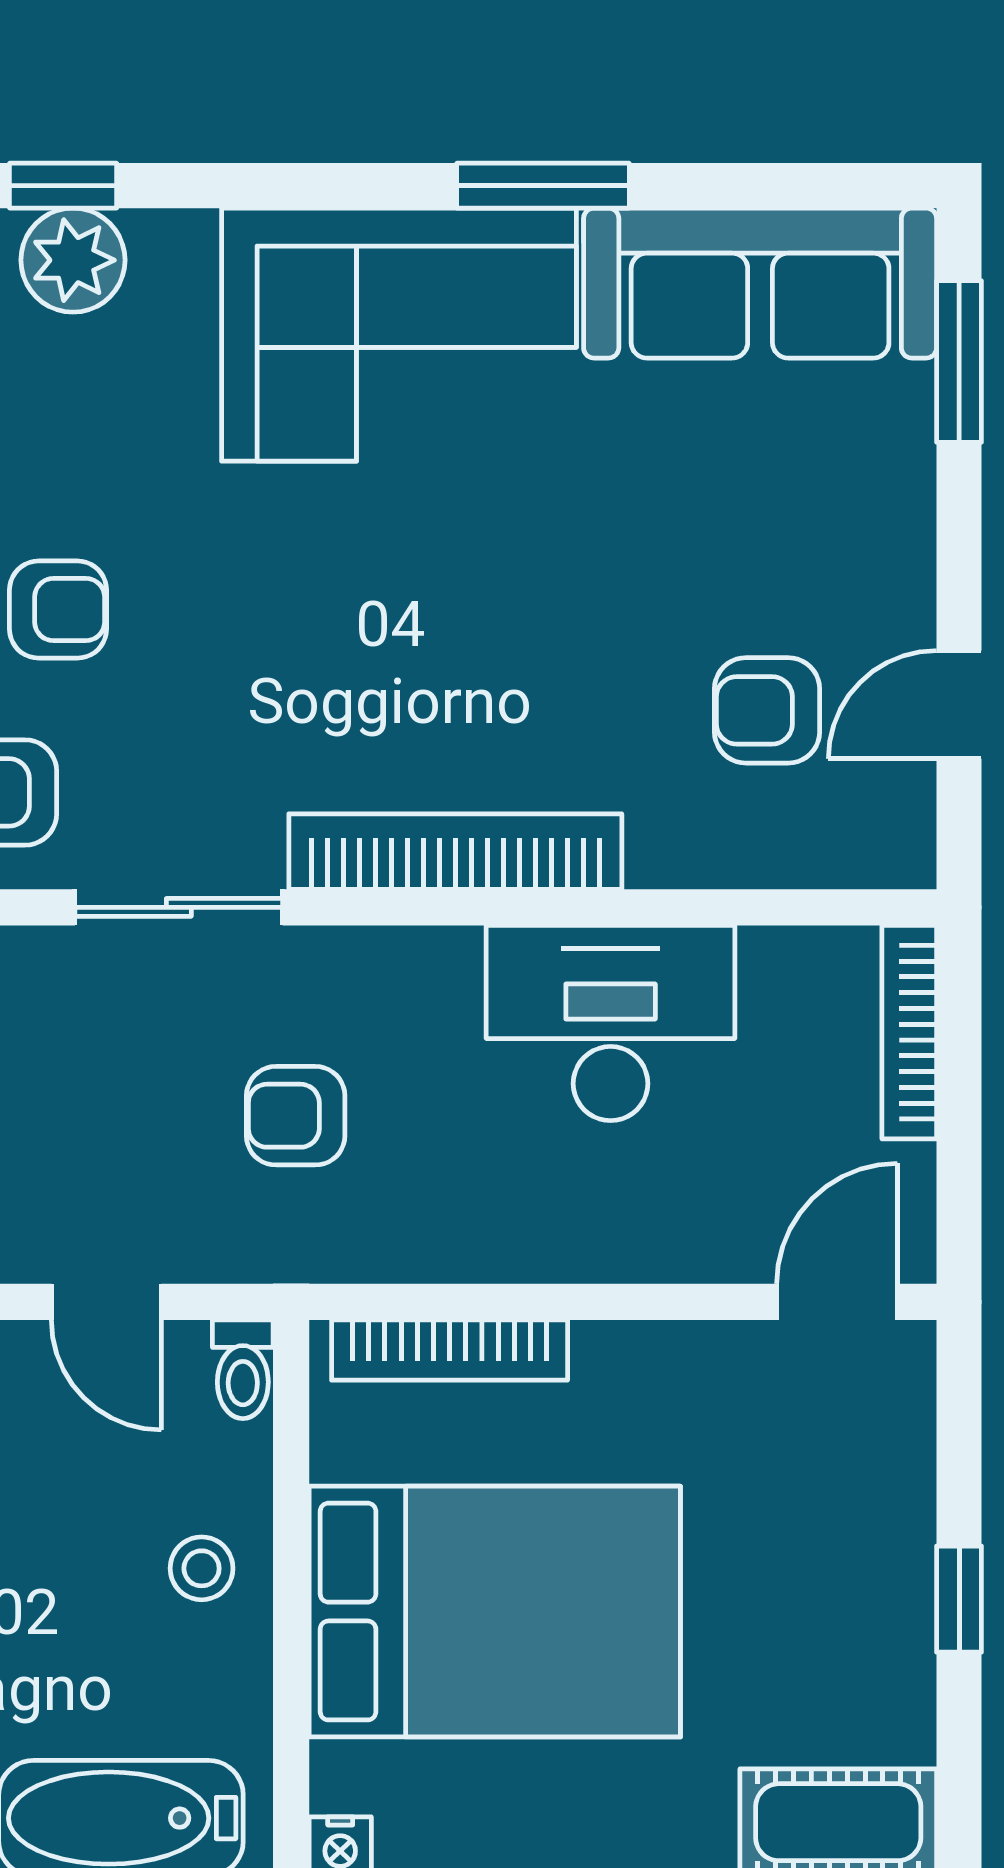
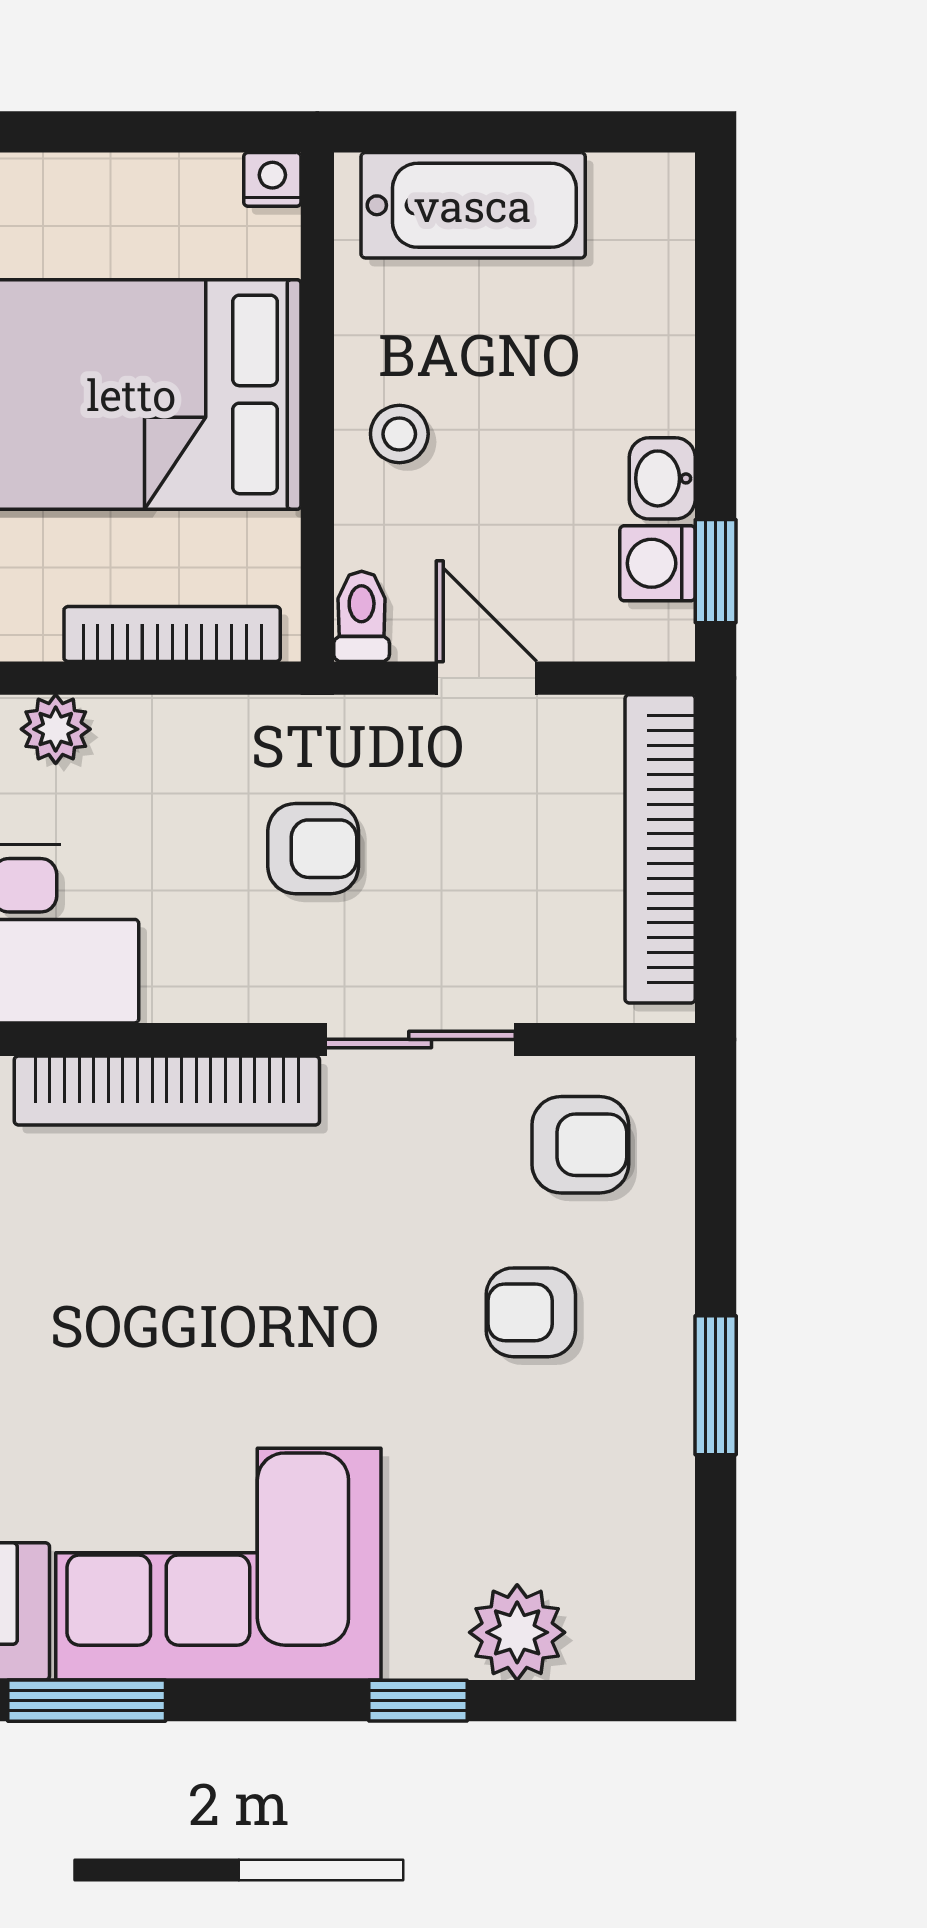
window: (63, 186) -> (418, 1701), moved
plant: (577, 1246) -> (56, 729), added

